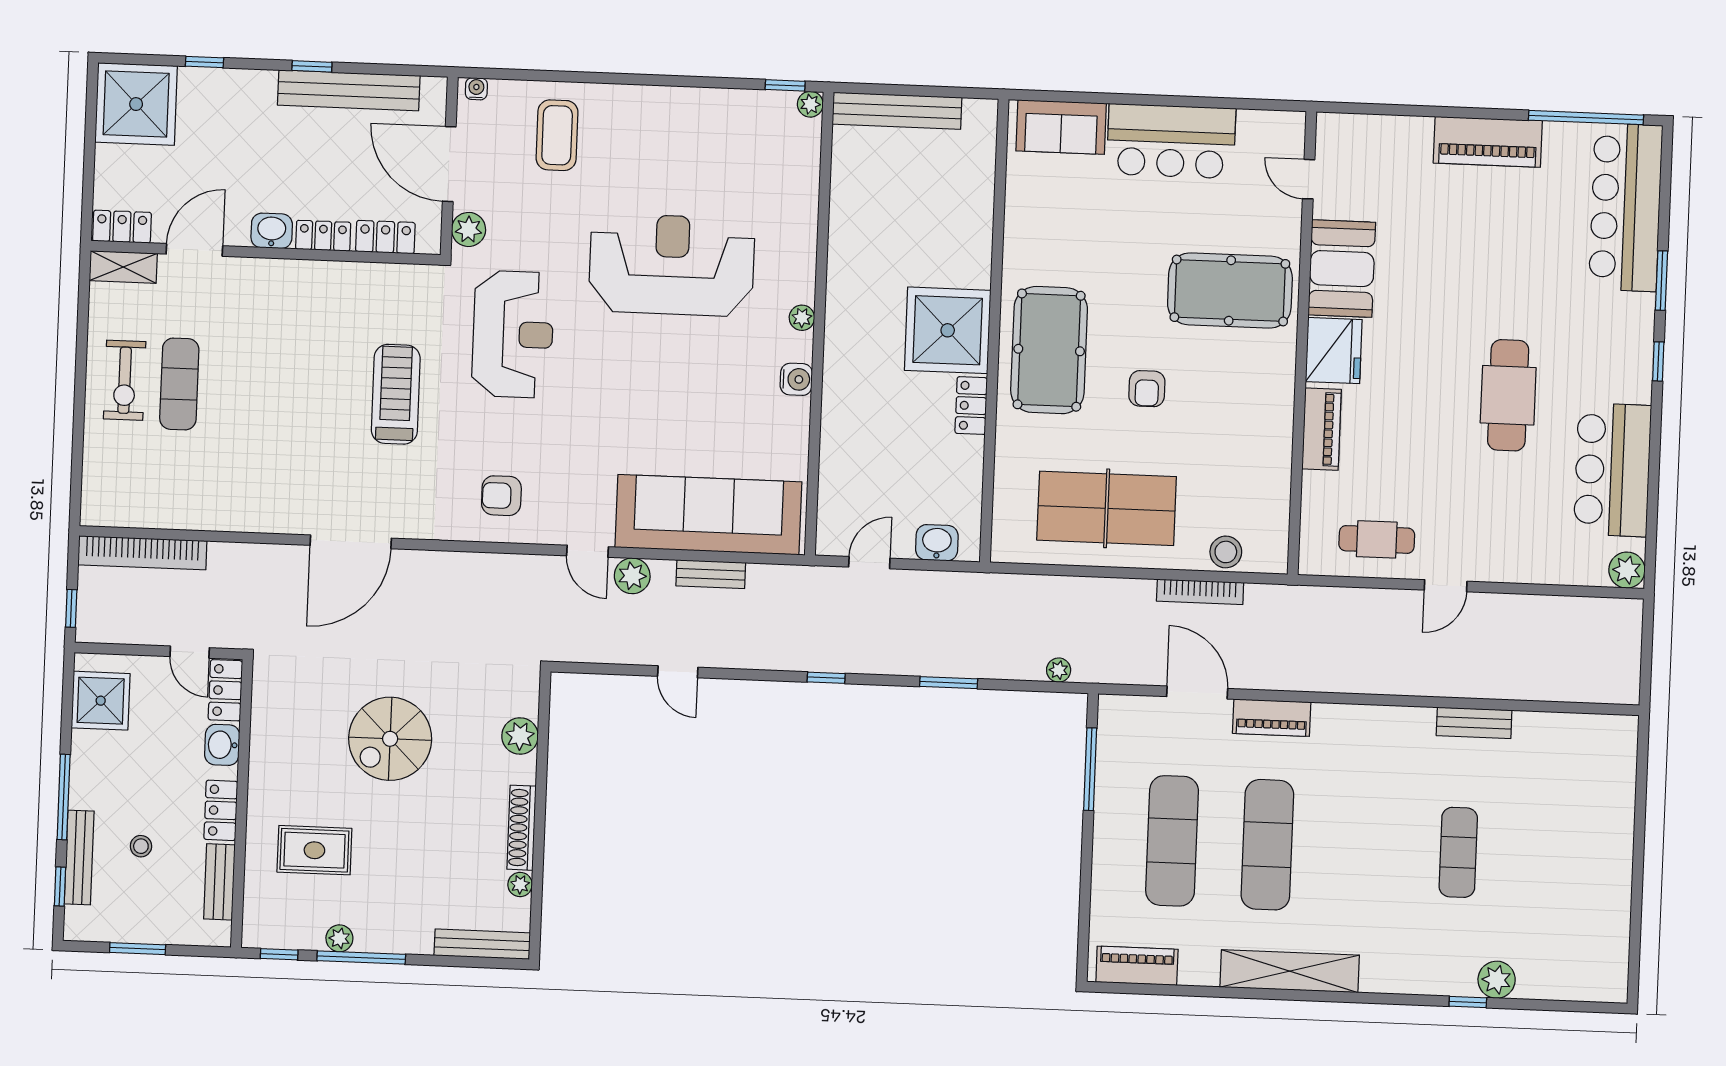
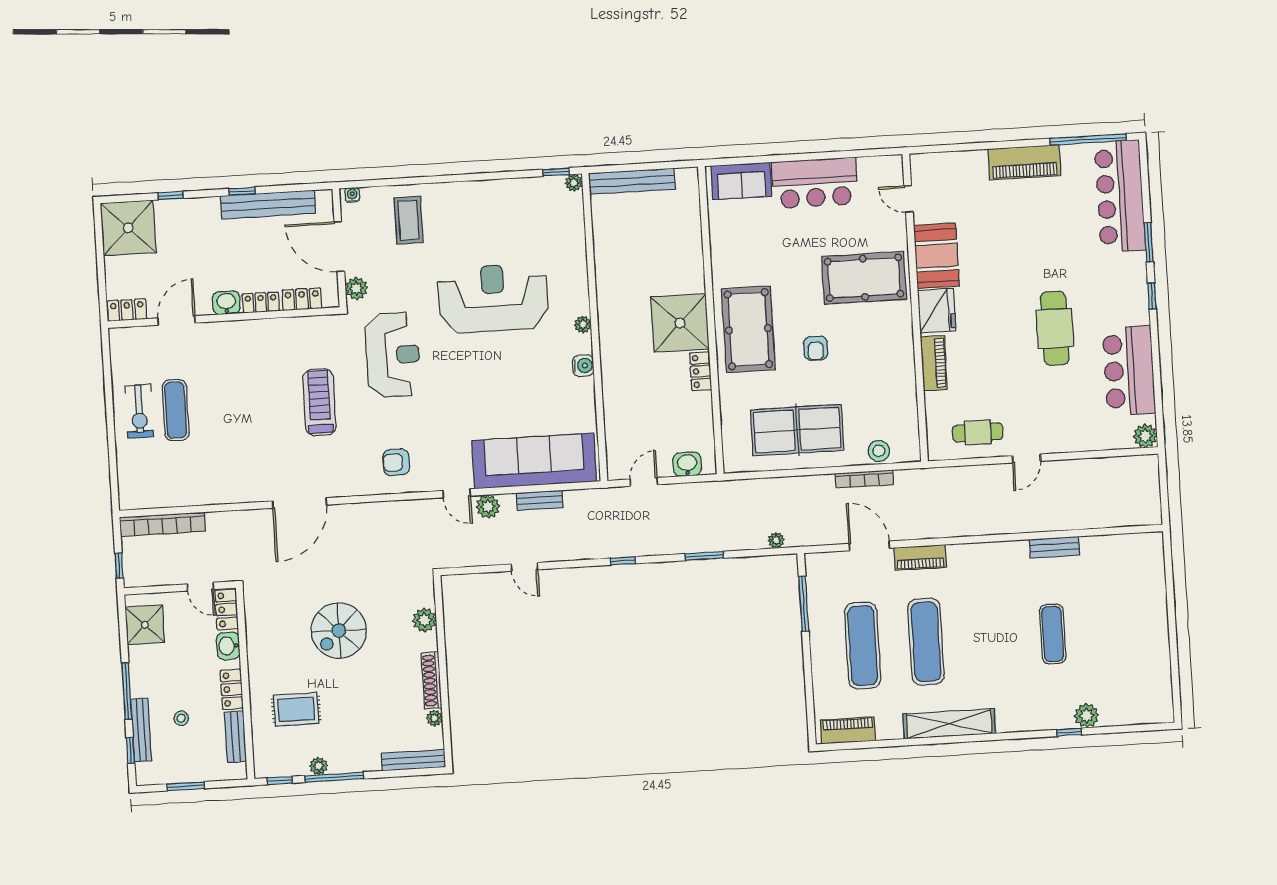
shelving: (123, 267) -> (131, 337), removed

